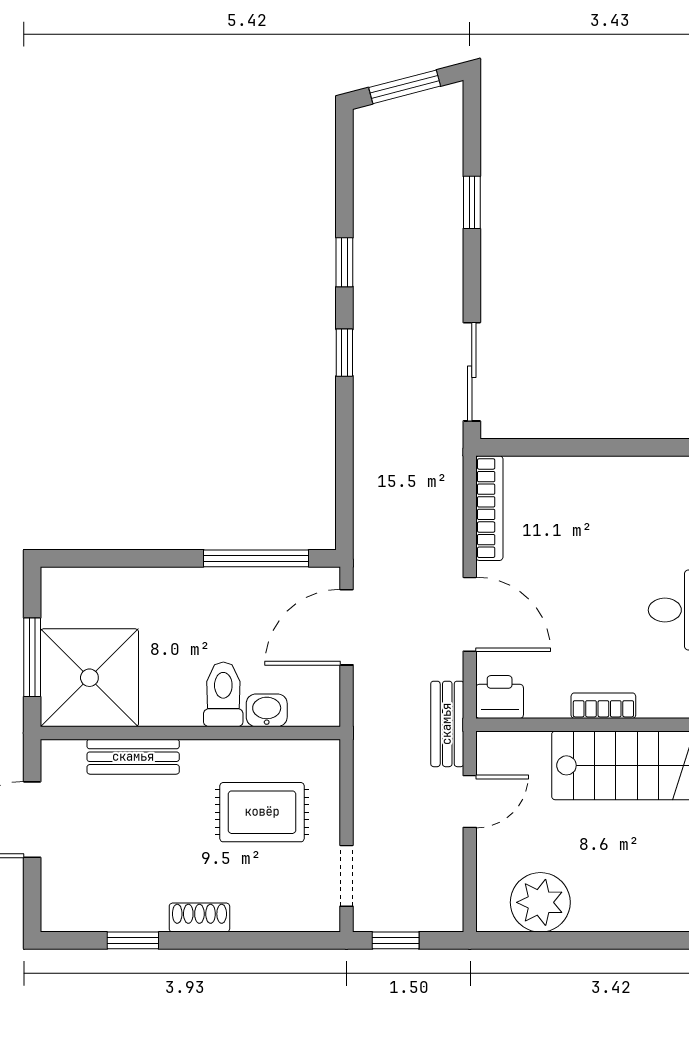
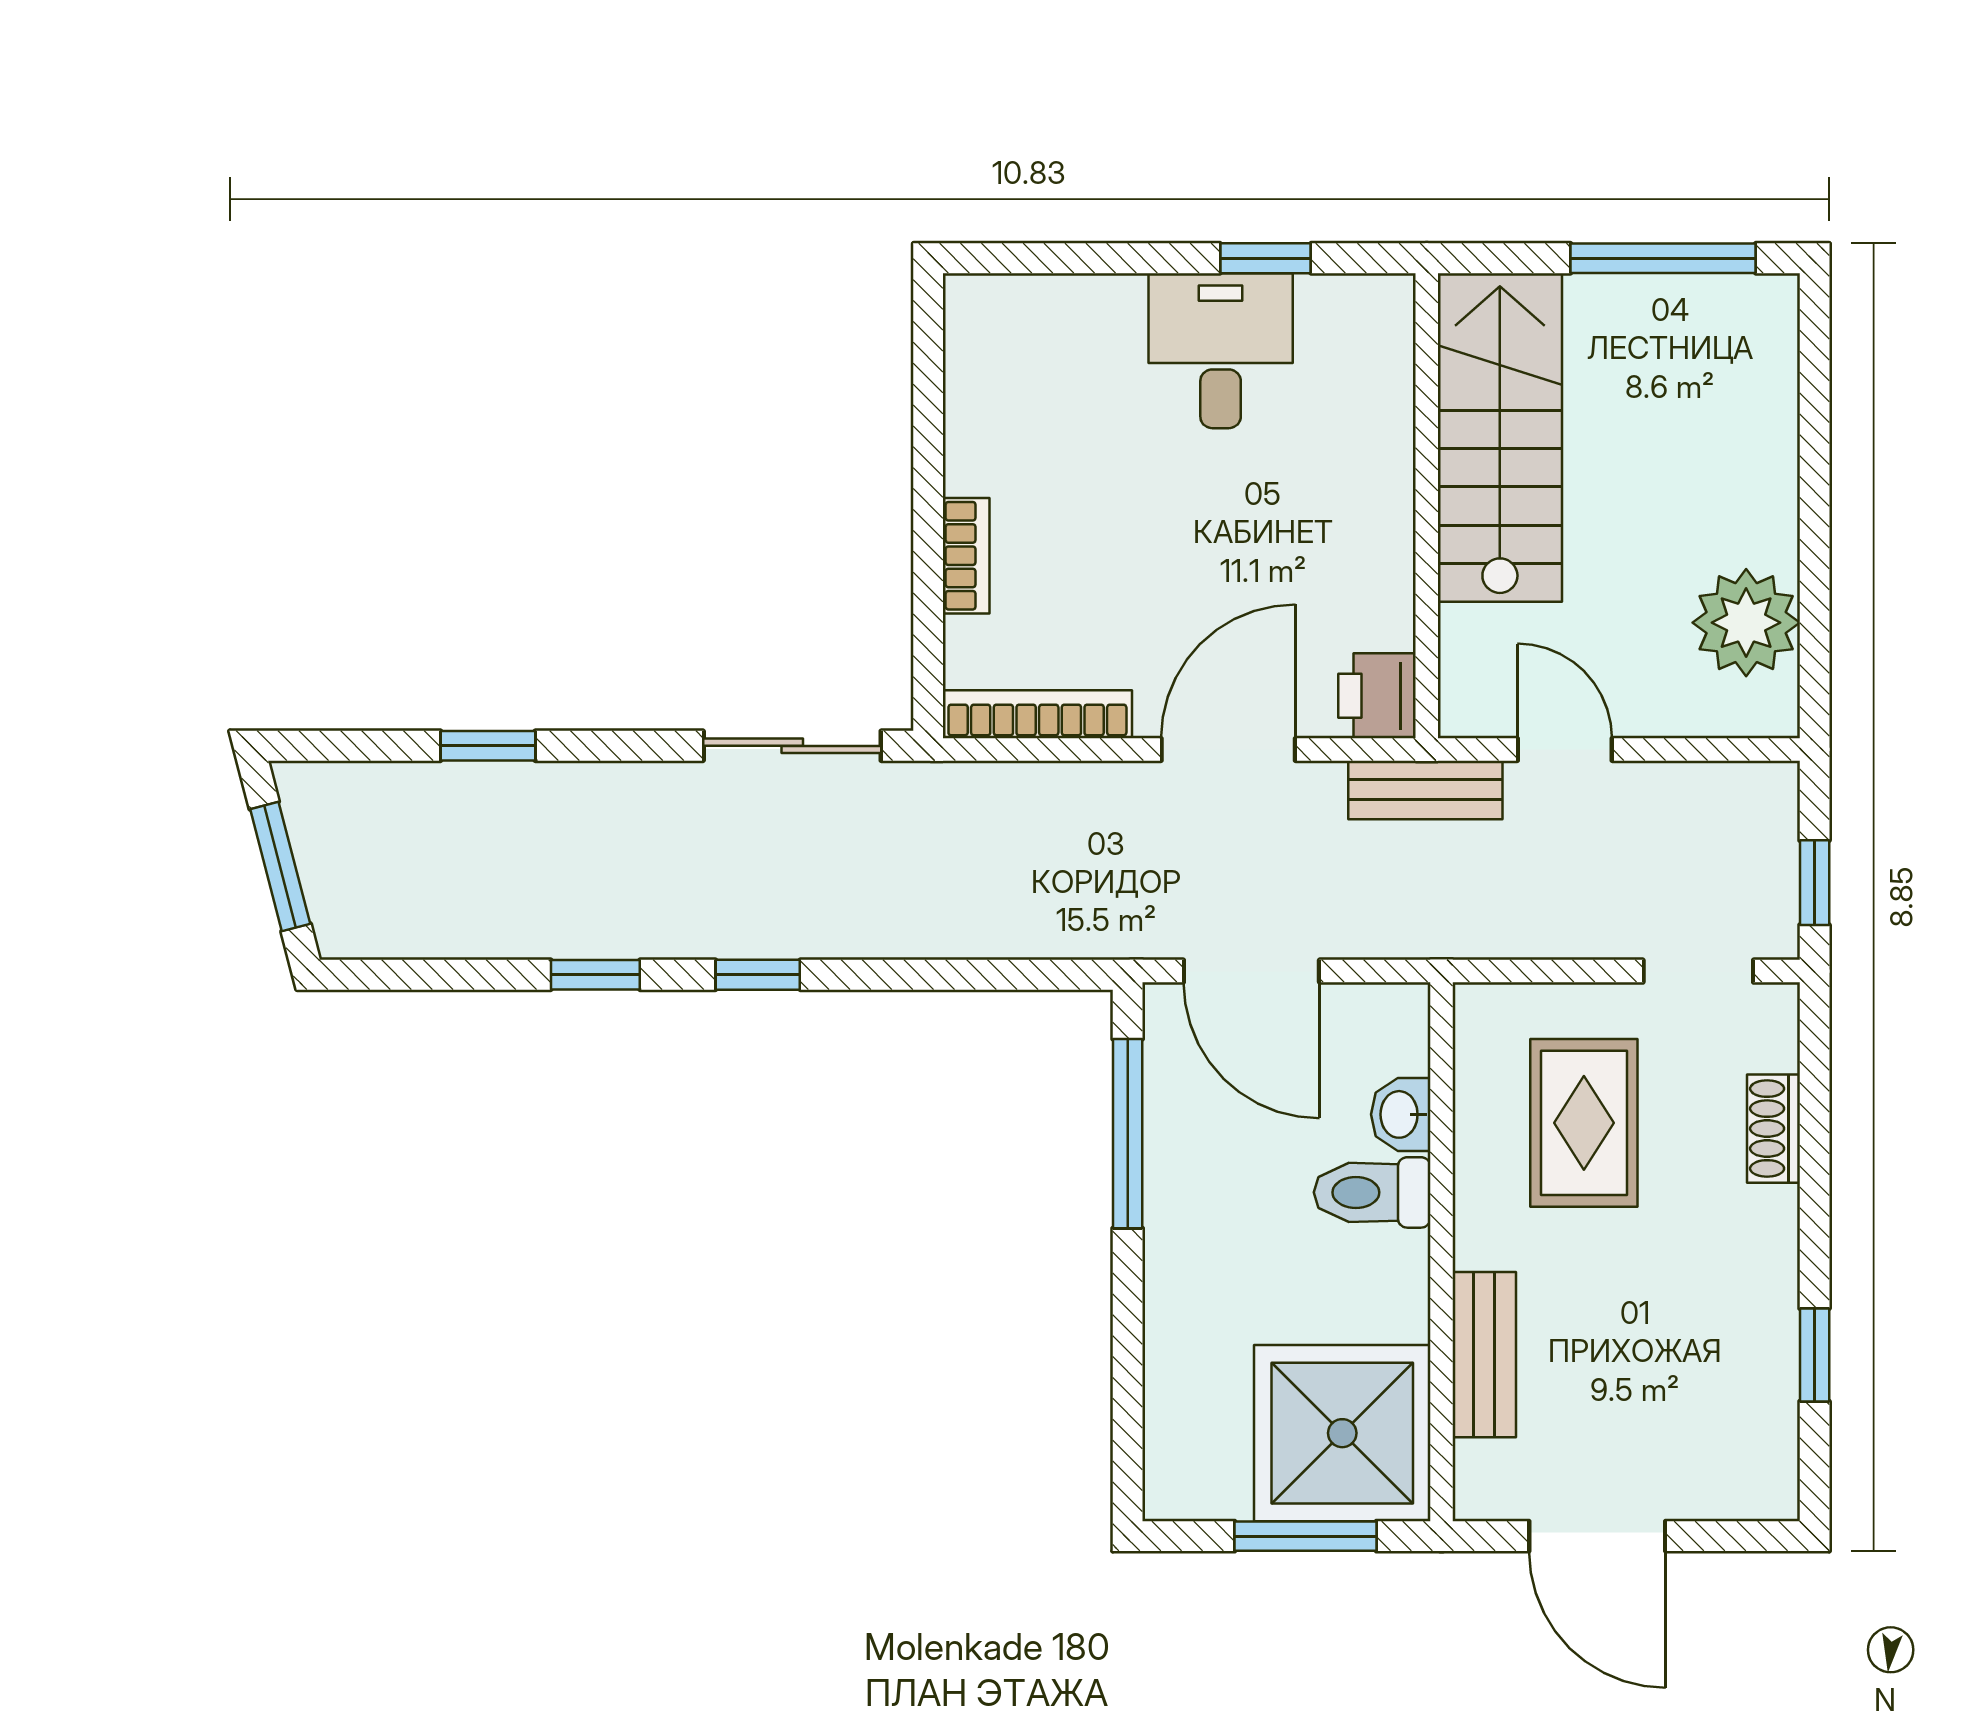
bookcase: (603, 706) -> (966, 556), moved, turned 180
shoe rack: (199, 918) -> (1773, 1129), moved

